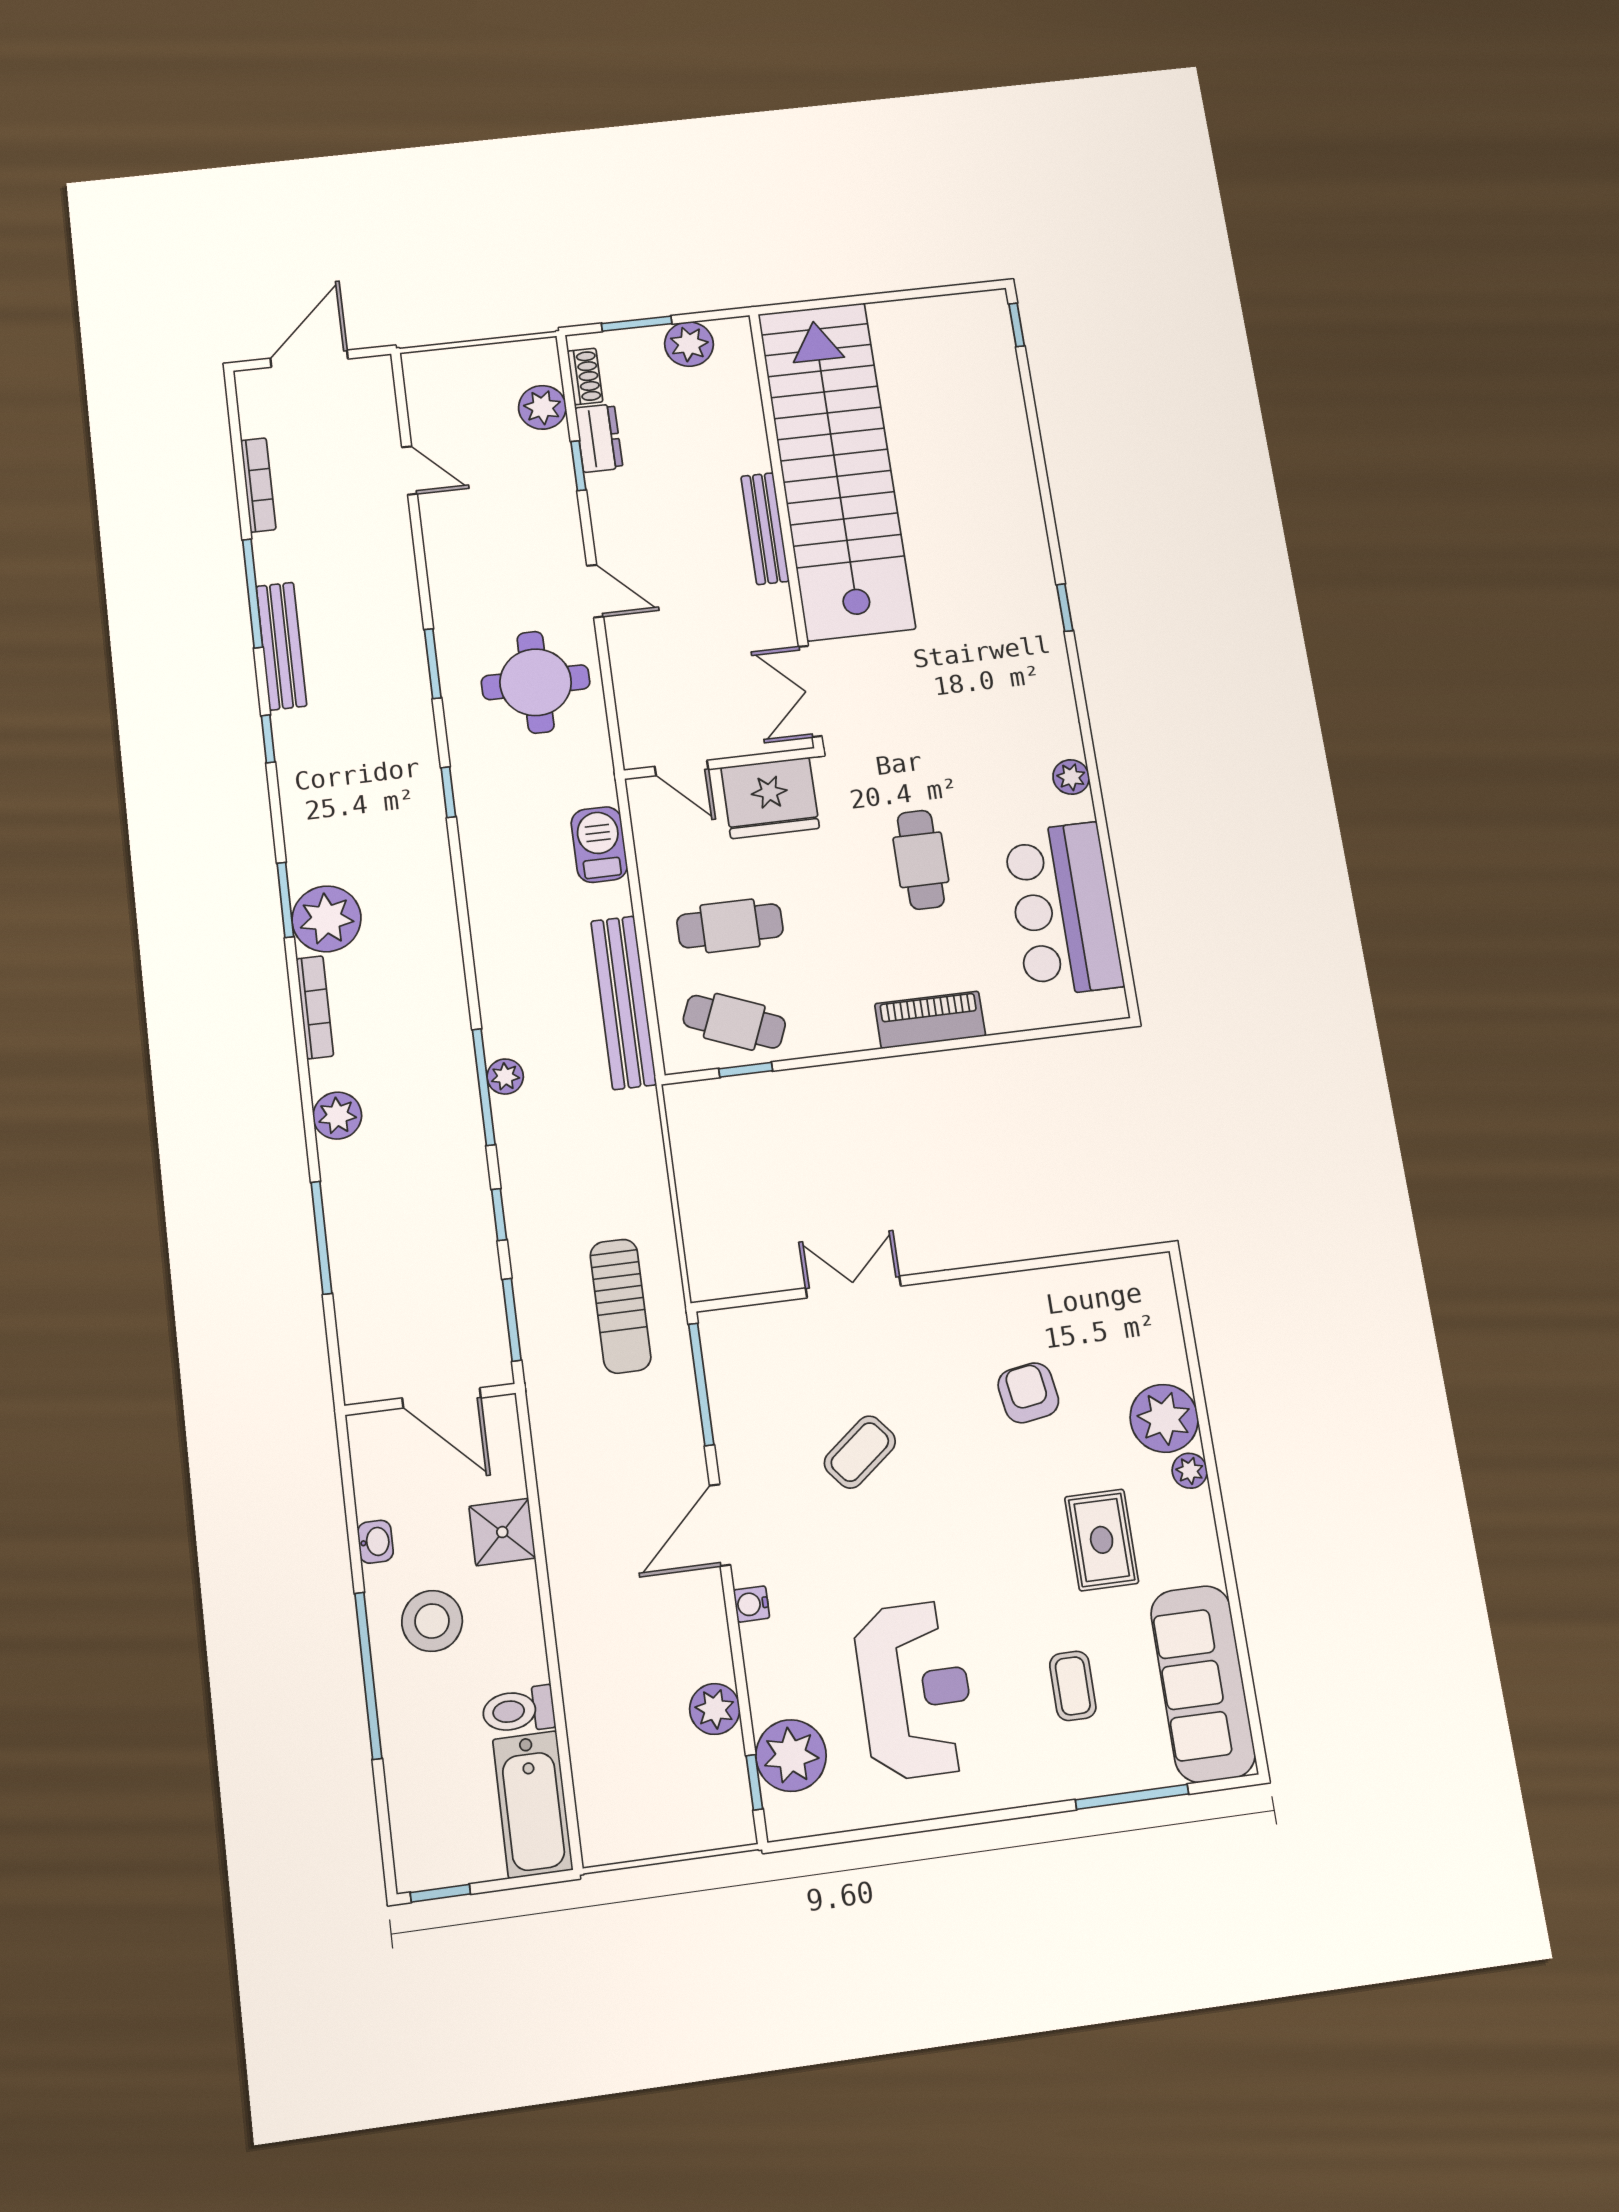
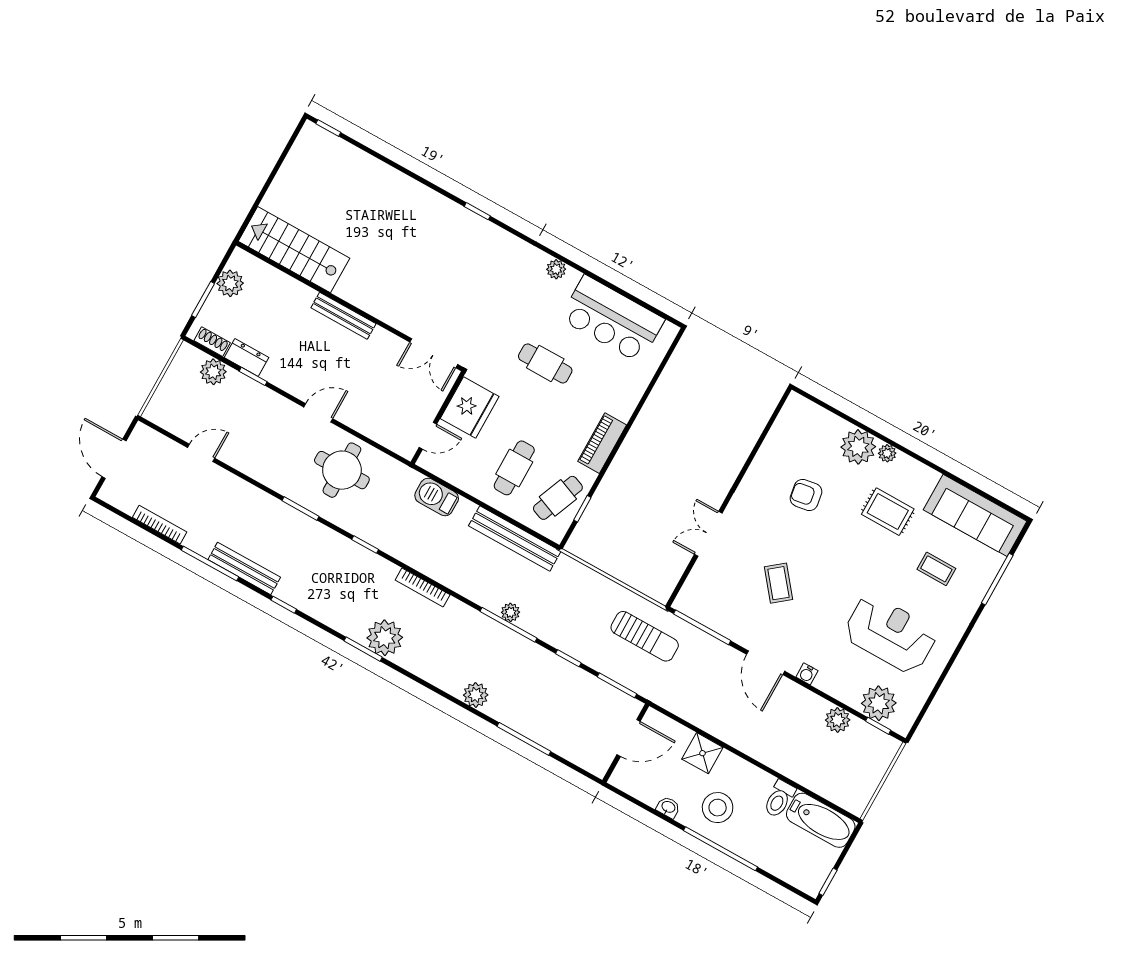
stairs: (836, 470) -> (294, 250), width x0.54, depth x0.66
bookcase: (315, 1007) -> (423, 587), moved, turned 180
piano: (930, 1020) -> (602, 443), moved

